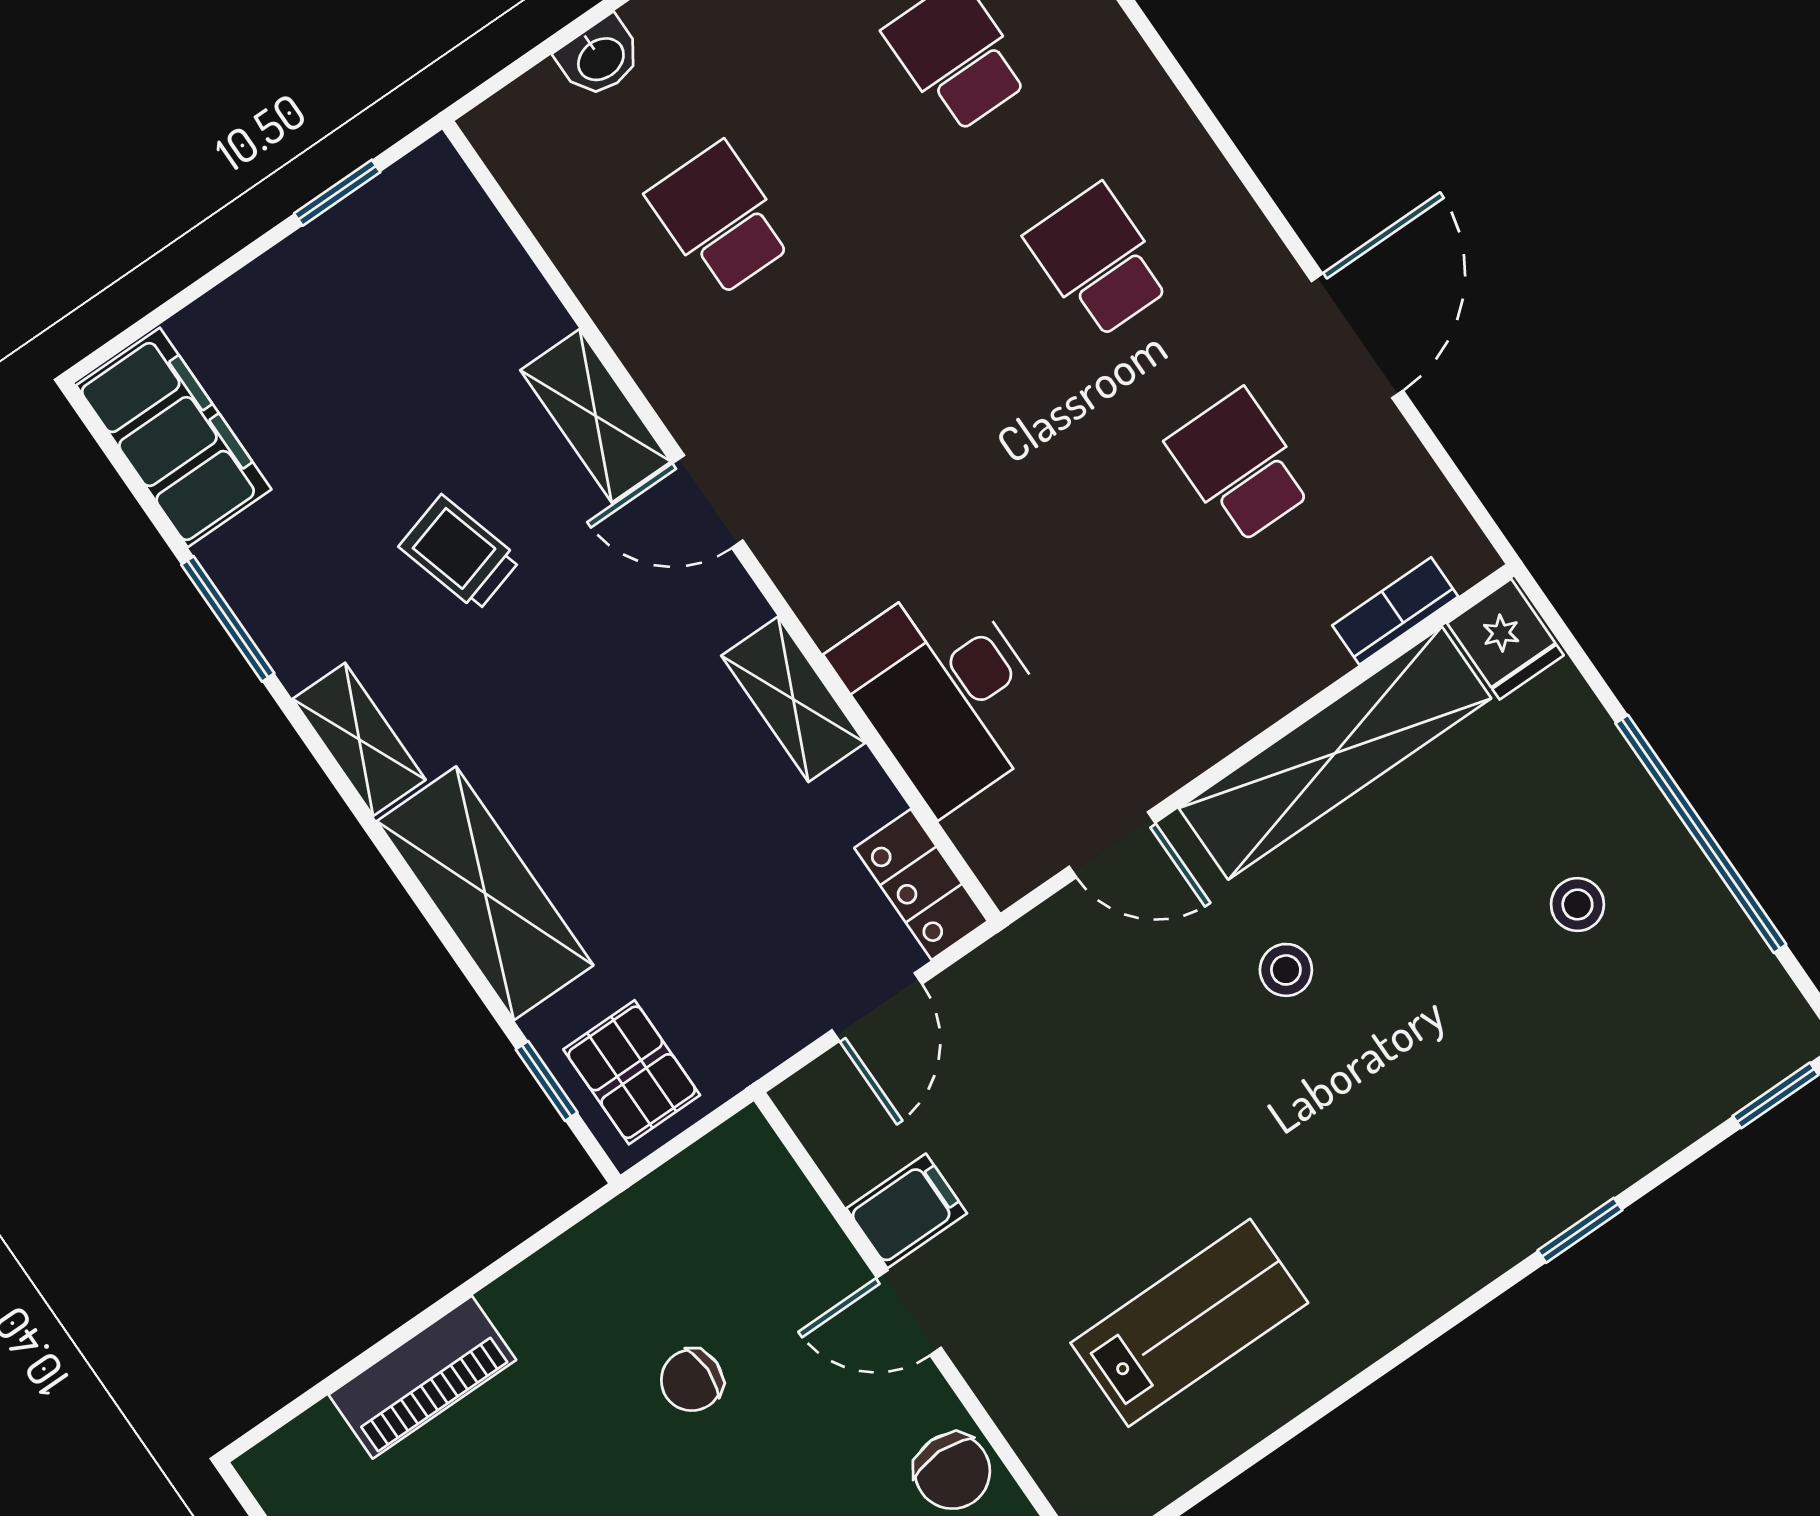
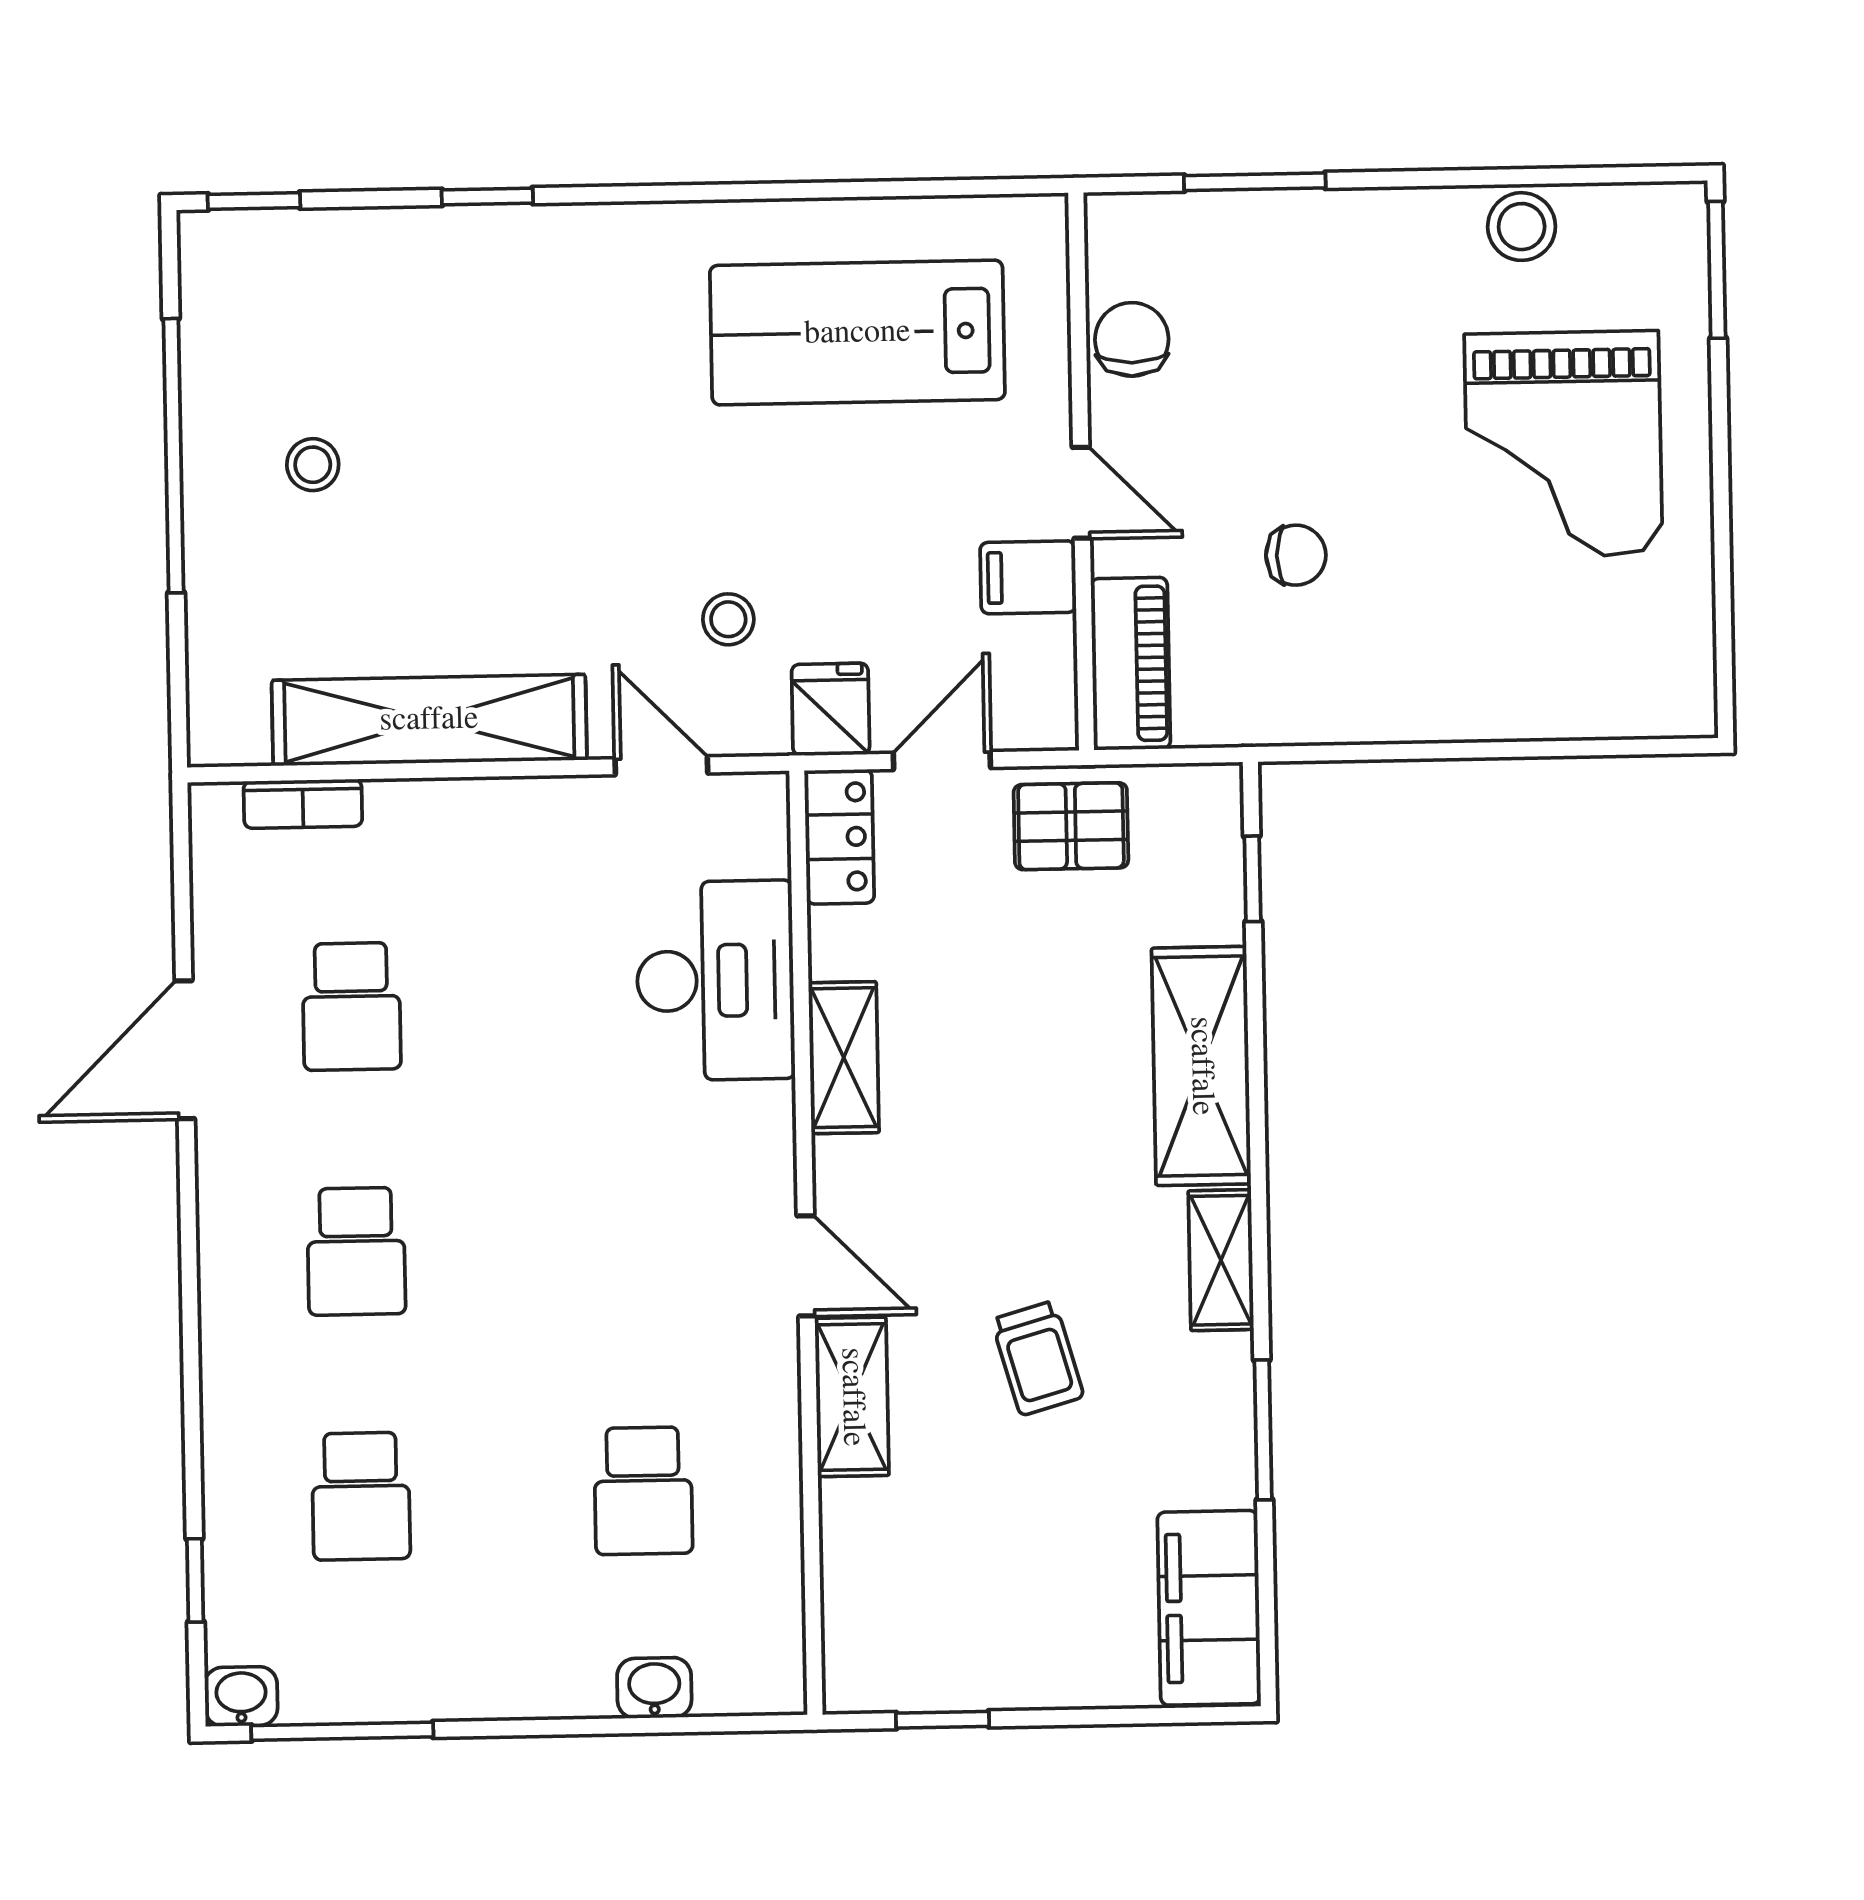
fridge: (1505, 639) -> (831, 709), moved
stool: (1286, 970) -> (728, 619), moved
pallet: (632, 1072) -> (1071, 826), moved, turned 90
lab bench: (1189, 1323) -> (857, 333), width x1.36, depth x1.39
piano: (422, 1377) -> (1131, 664), moved, turned 90

